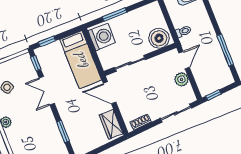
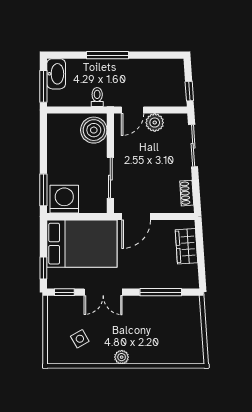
window: (115, 15) -> (43, 190), moved
window: (225, 50) -> (107, 55), moved
bed: (81, 60) -> (82, 244), width x1.50
door: (184, 60) -> (133, 110), swing flipped
wardrobe: (111, 124) -> (186, 246), moved, turned 86
window: (63, 131) -> (161, 292), width x1.44

